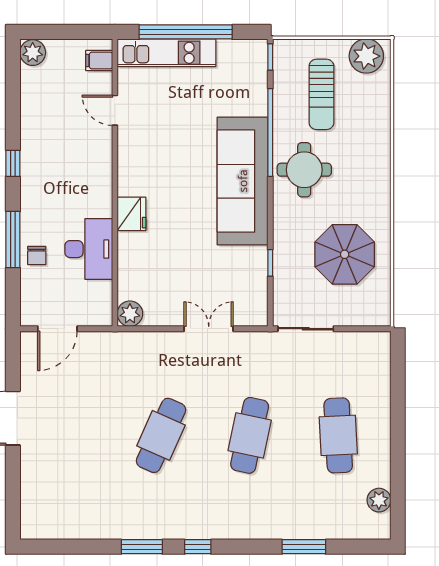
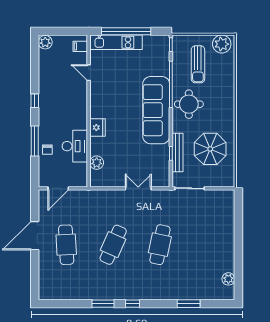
bench: (283, 261) -> (178, 153), added
plant: (130, 314) -> (97, 163), moved
cafe table: (338, 435) -> (66, 245), moved

